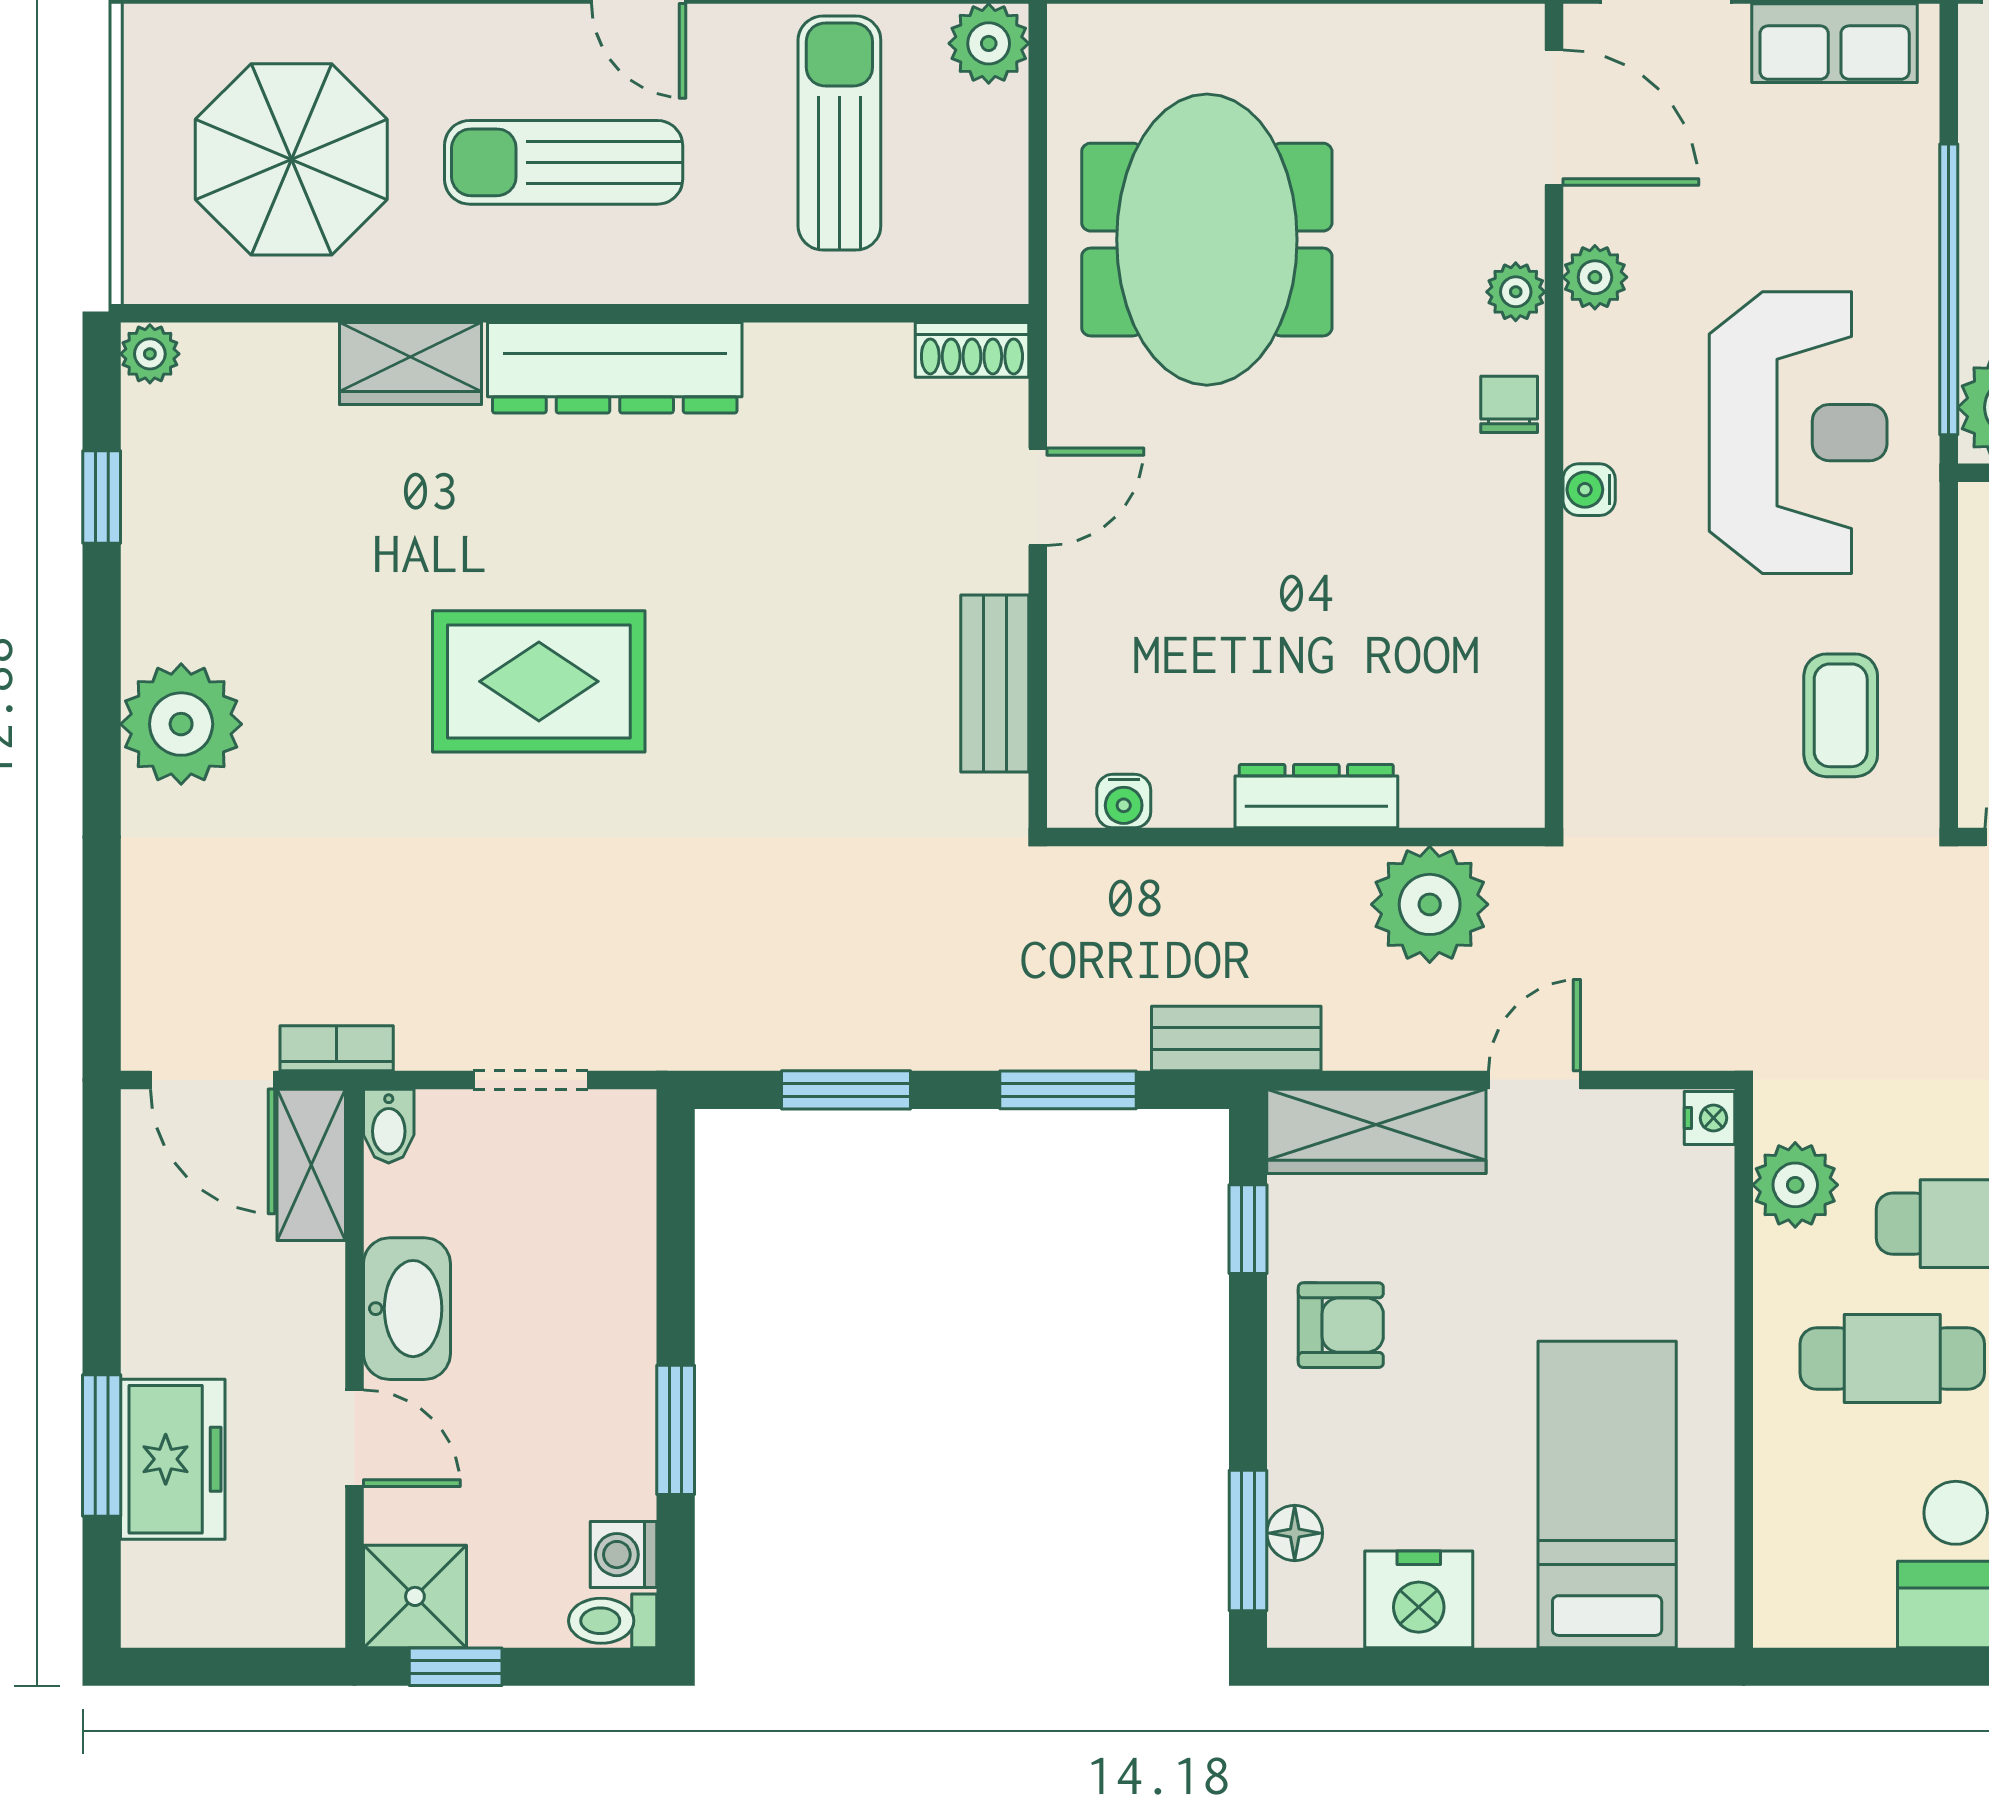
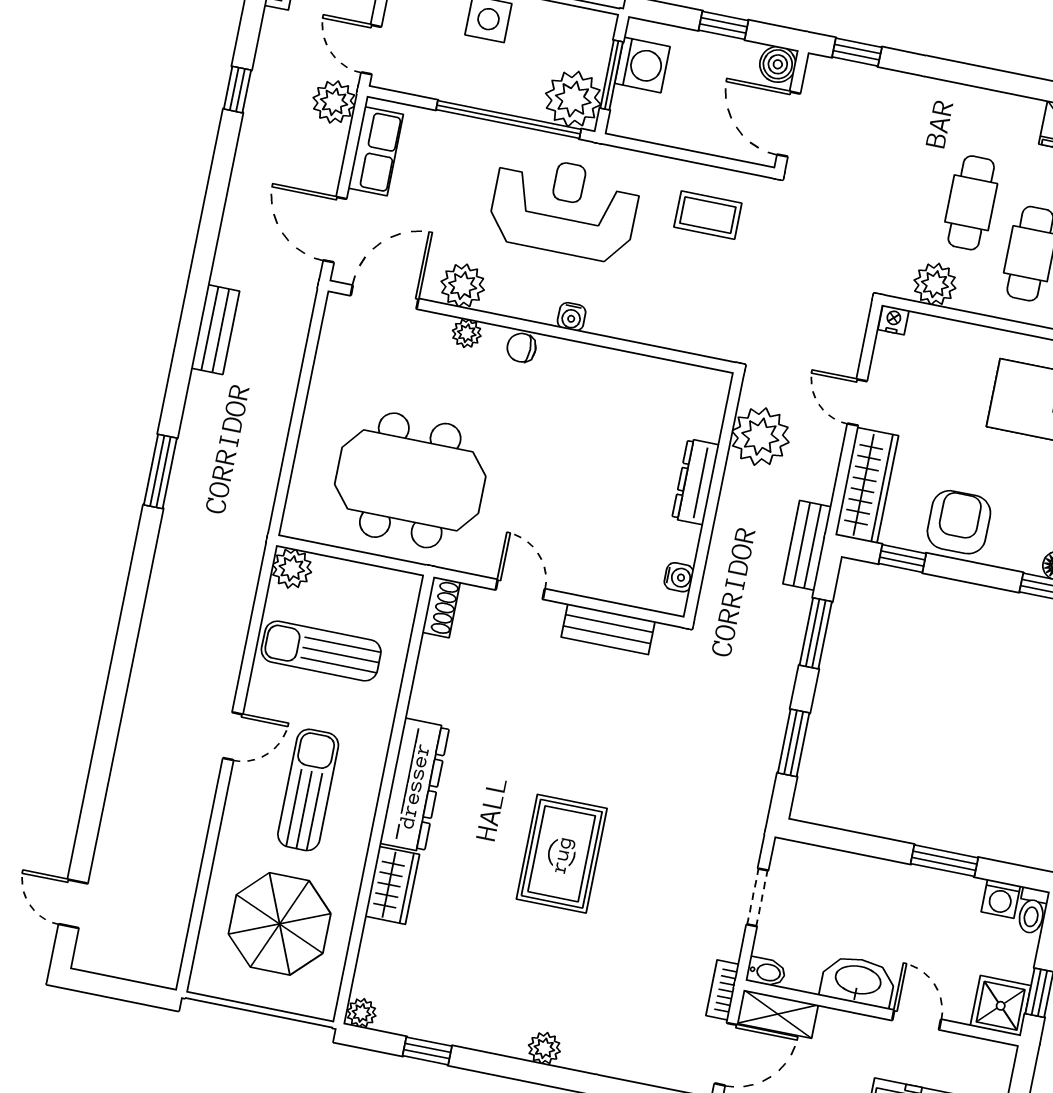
sun lounger: (564, 162) -> (308, 790), turned 180
plant: (1595, 277) -> (463, 286), width x1.38, depth x1.38
plant: (181, 724) -> (544, 1048), width x0.53, depth x0.53
armchair: (1341, 1325) -> (959, 522), width x1.38, depth x1.38
door: (354, 1438) -> (917, 1020), hinge flipped

